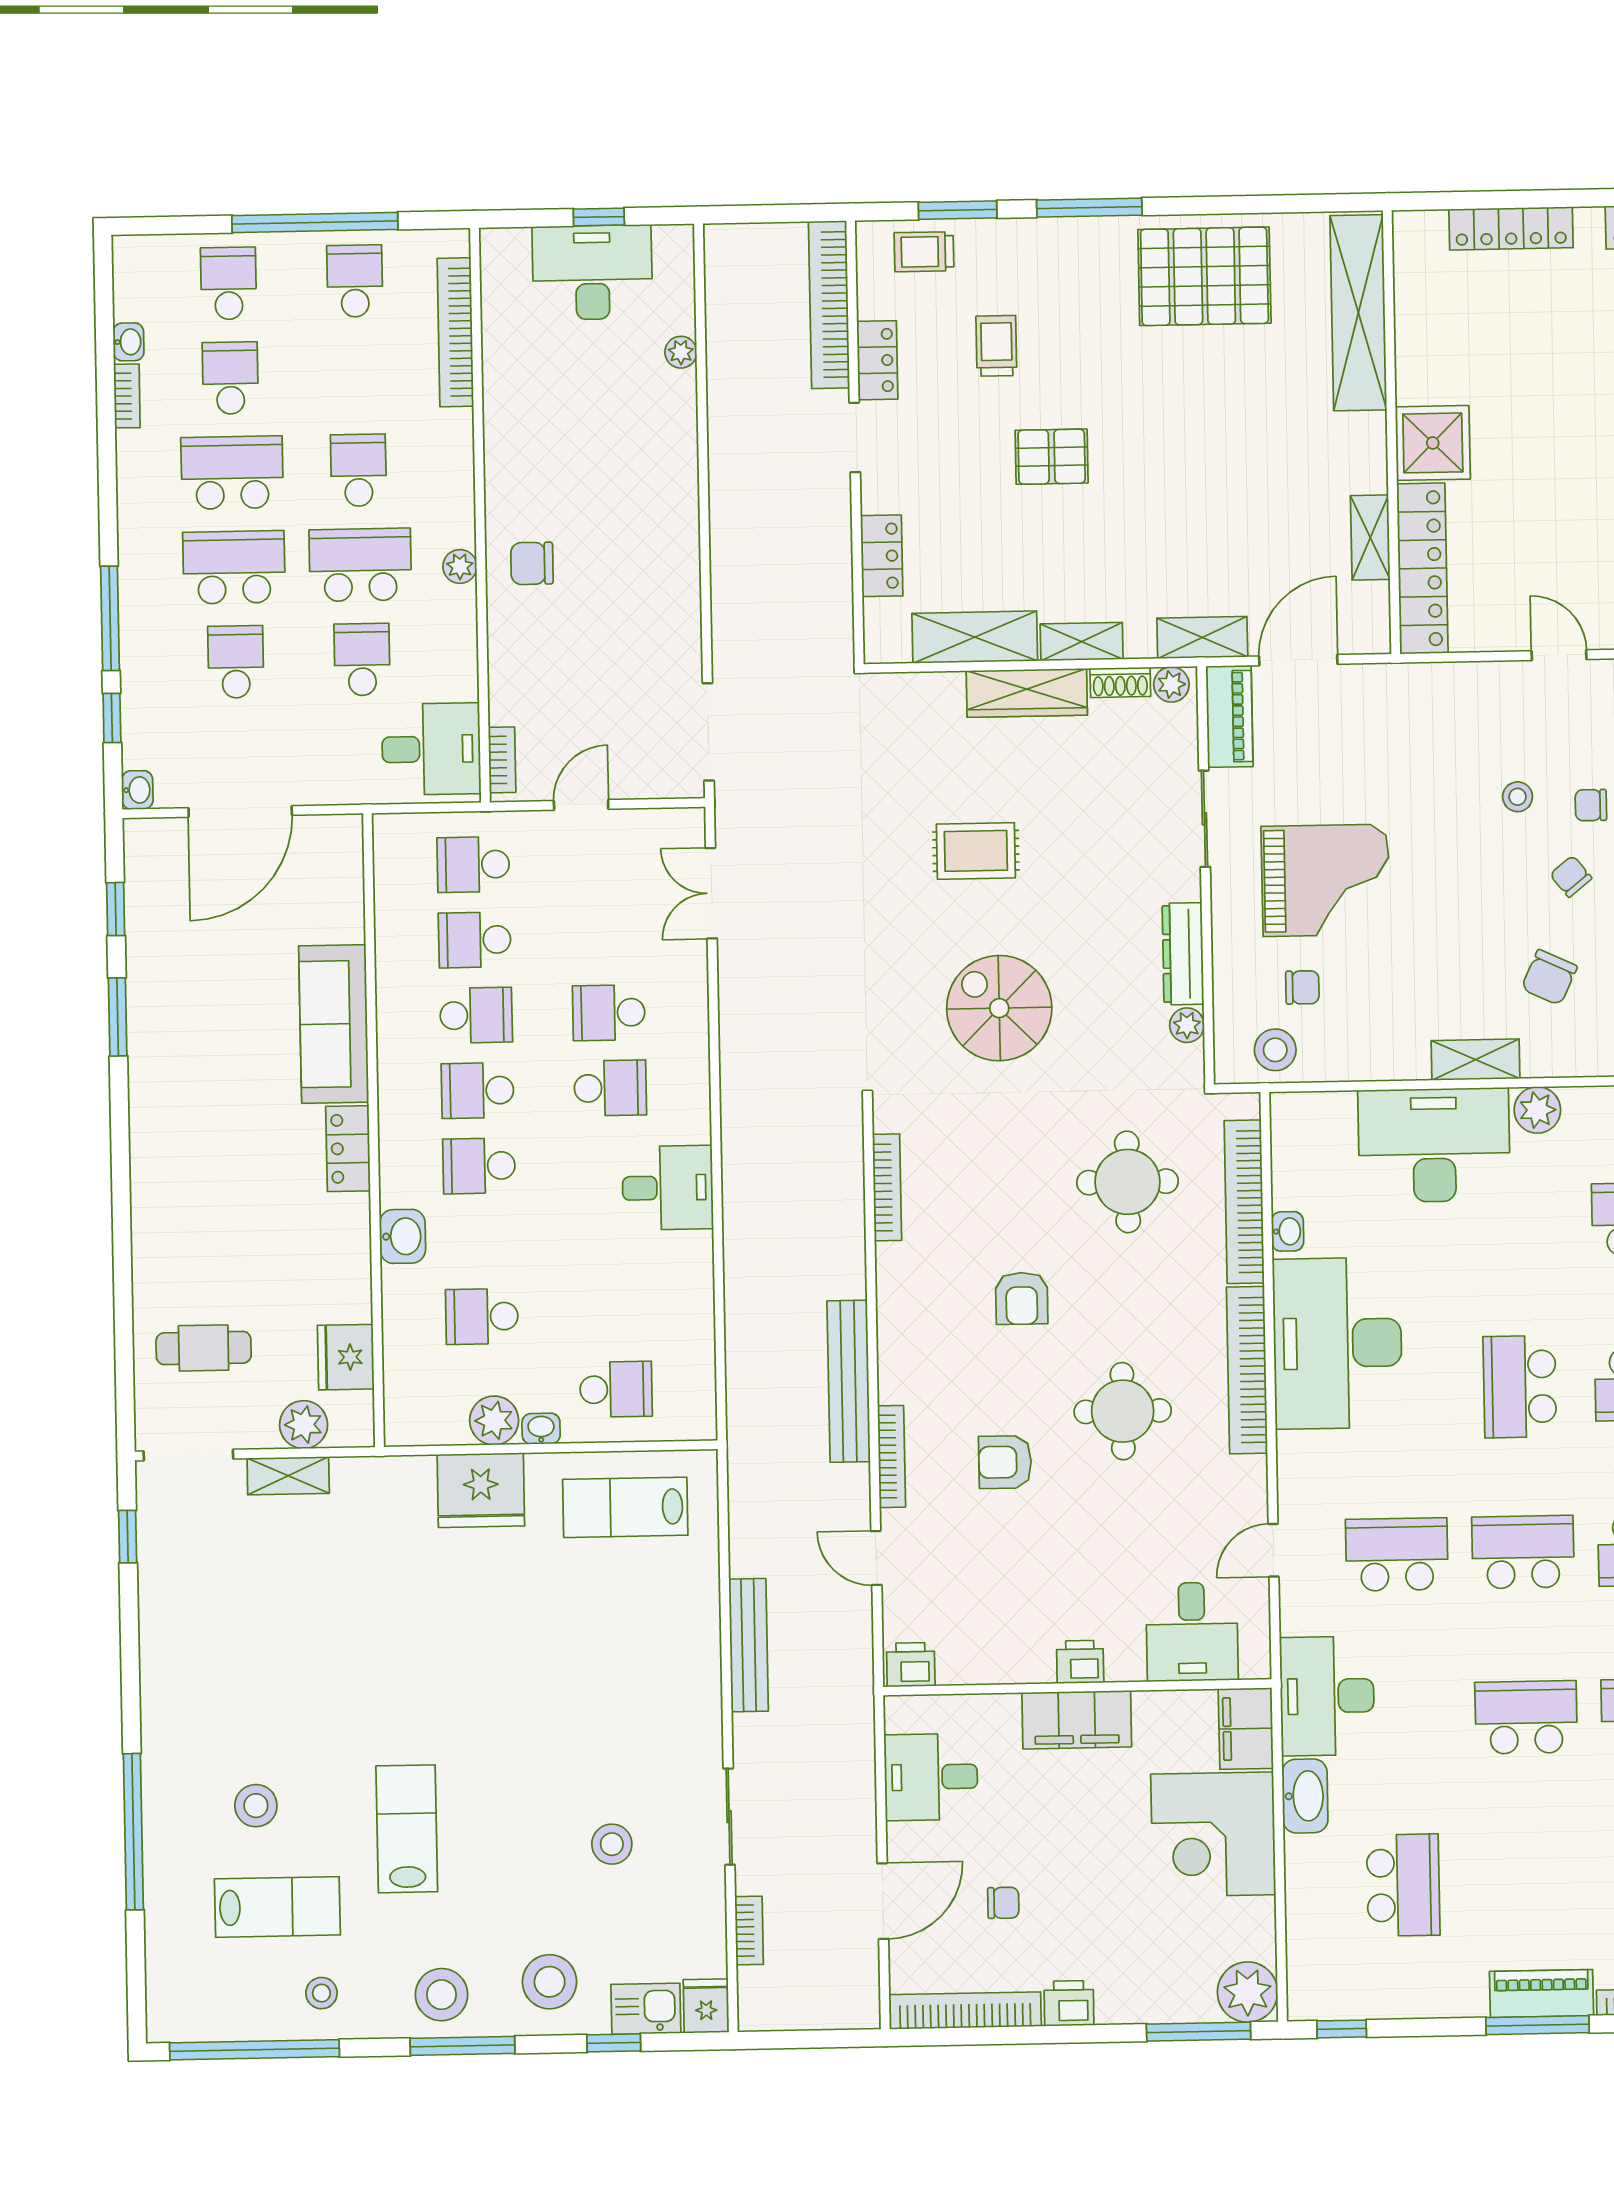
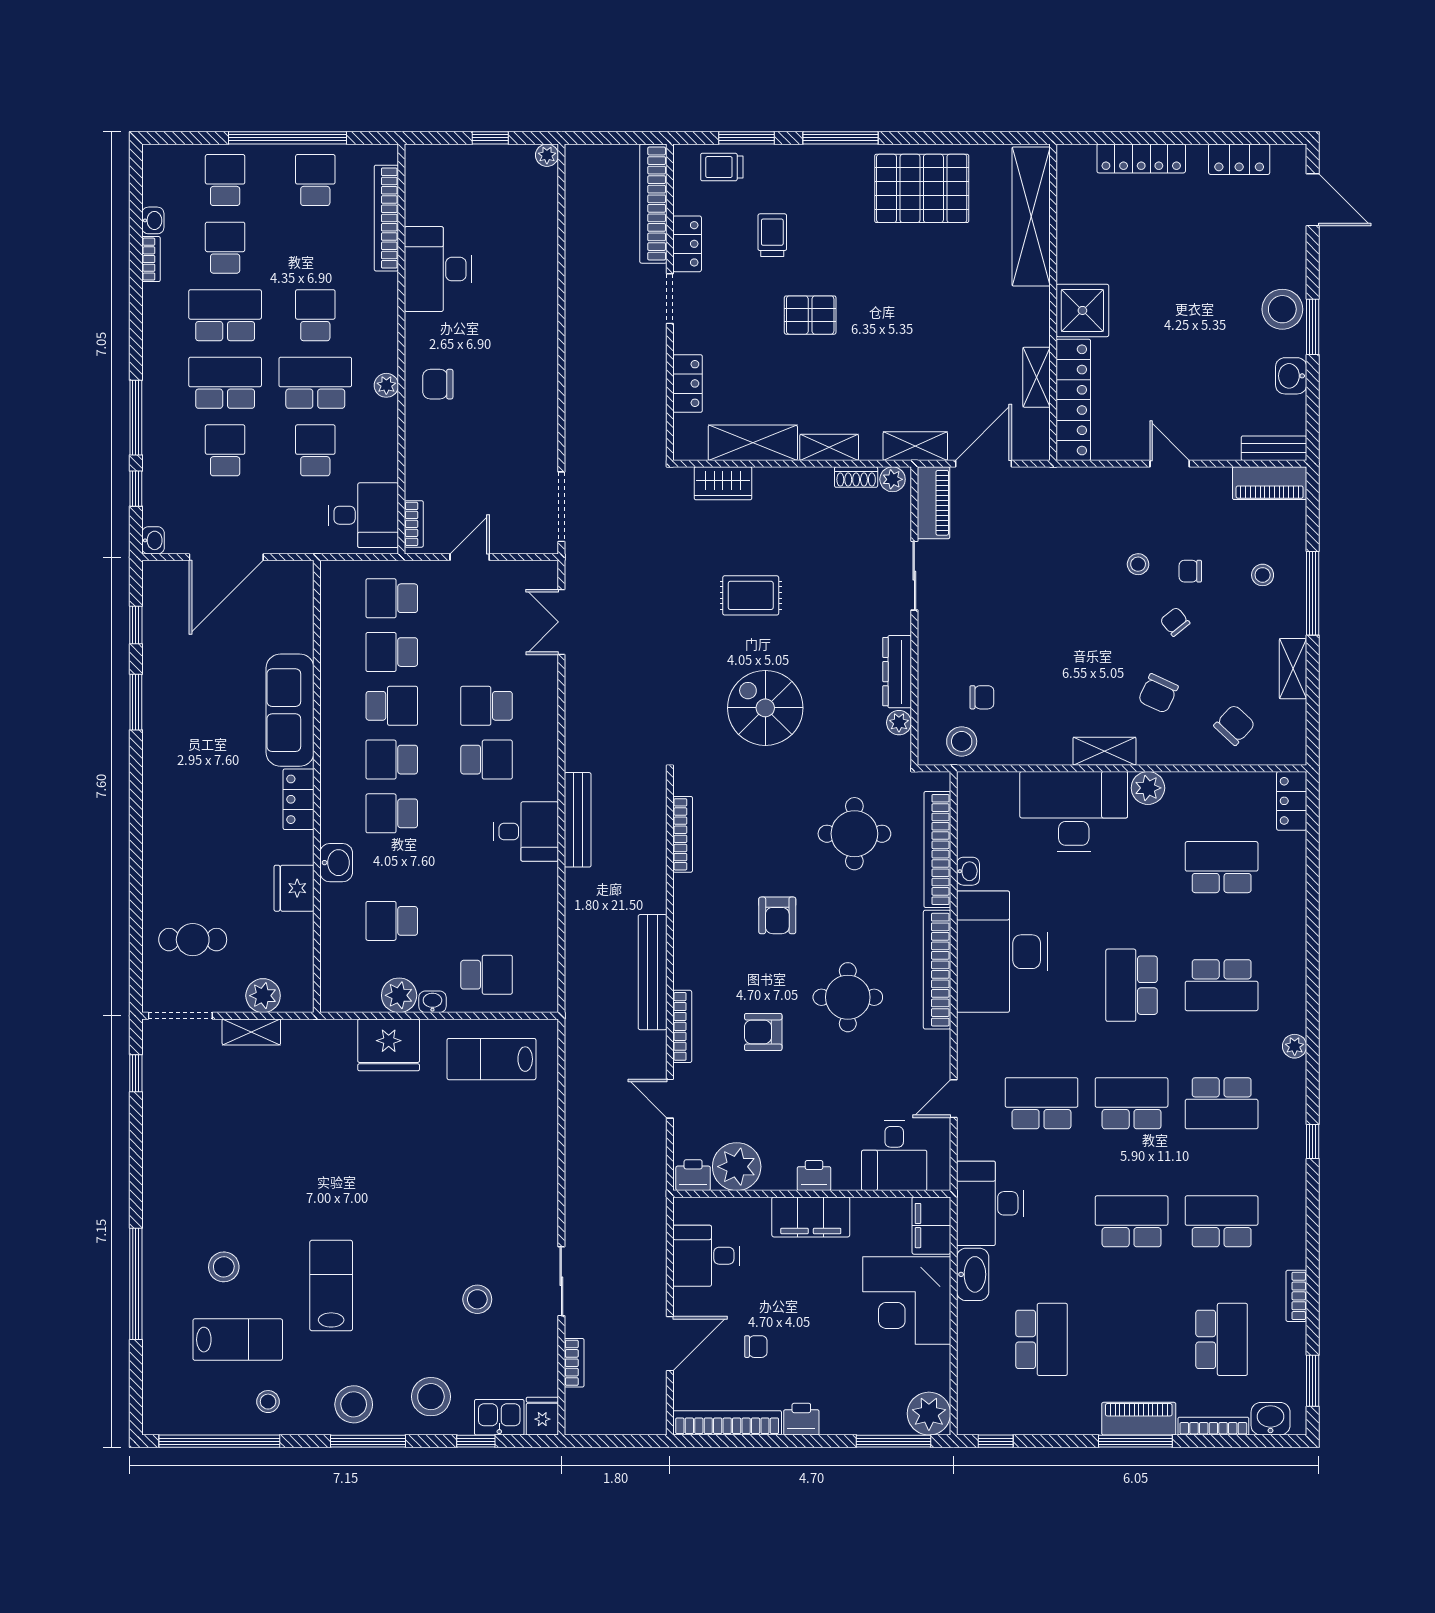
desk: (592, 272) -> (438, 269), moved, turned -90
plant: (681, 352) -> (547, 155), moved
wardrobe: (1027, 693) -> (723, 483), moved, width x0.67
grand piano: (1326, 880) -> (1000, 621), removed
fridge: (346, 1357) -> (294, 888), moved
bench: (749, 1645) -> (578, 820), moved
plant: (972, 1651) -> (737, 1167), added

